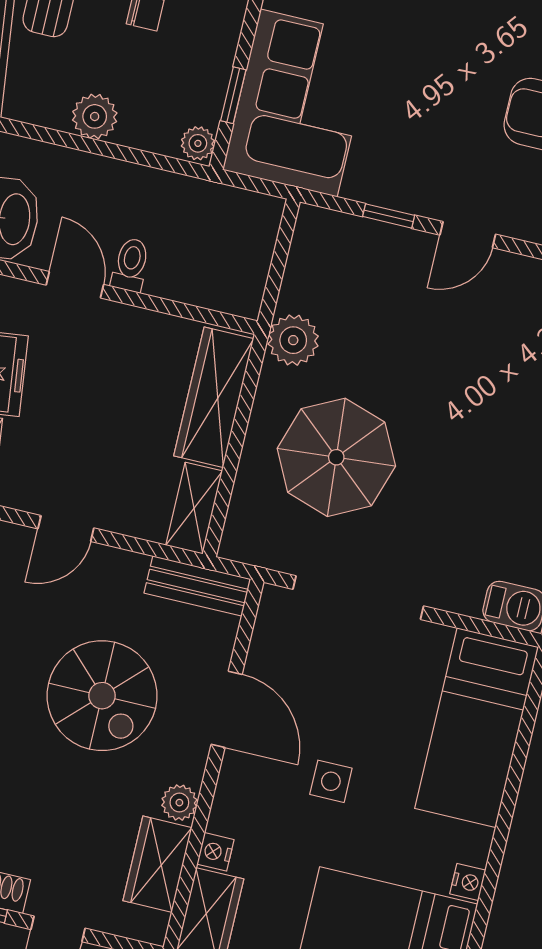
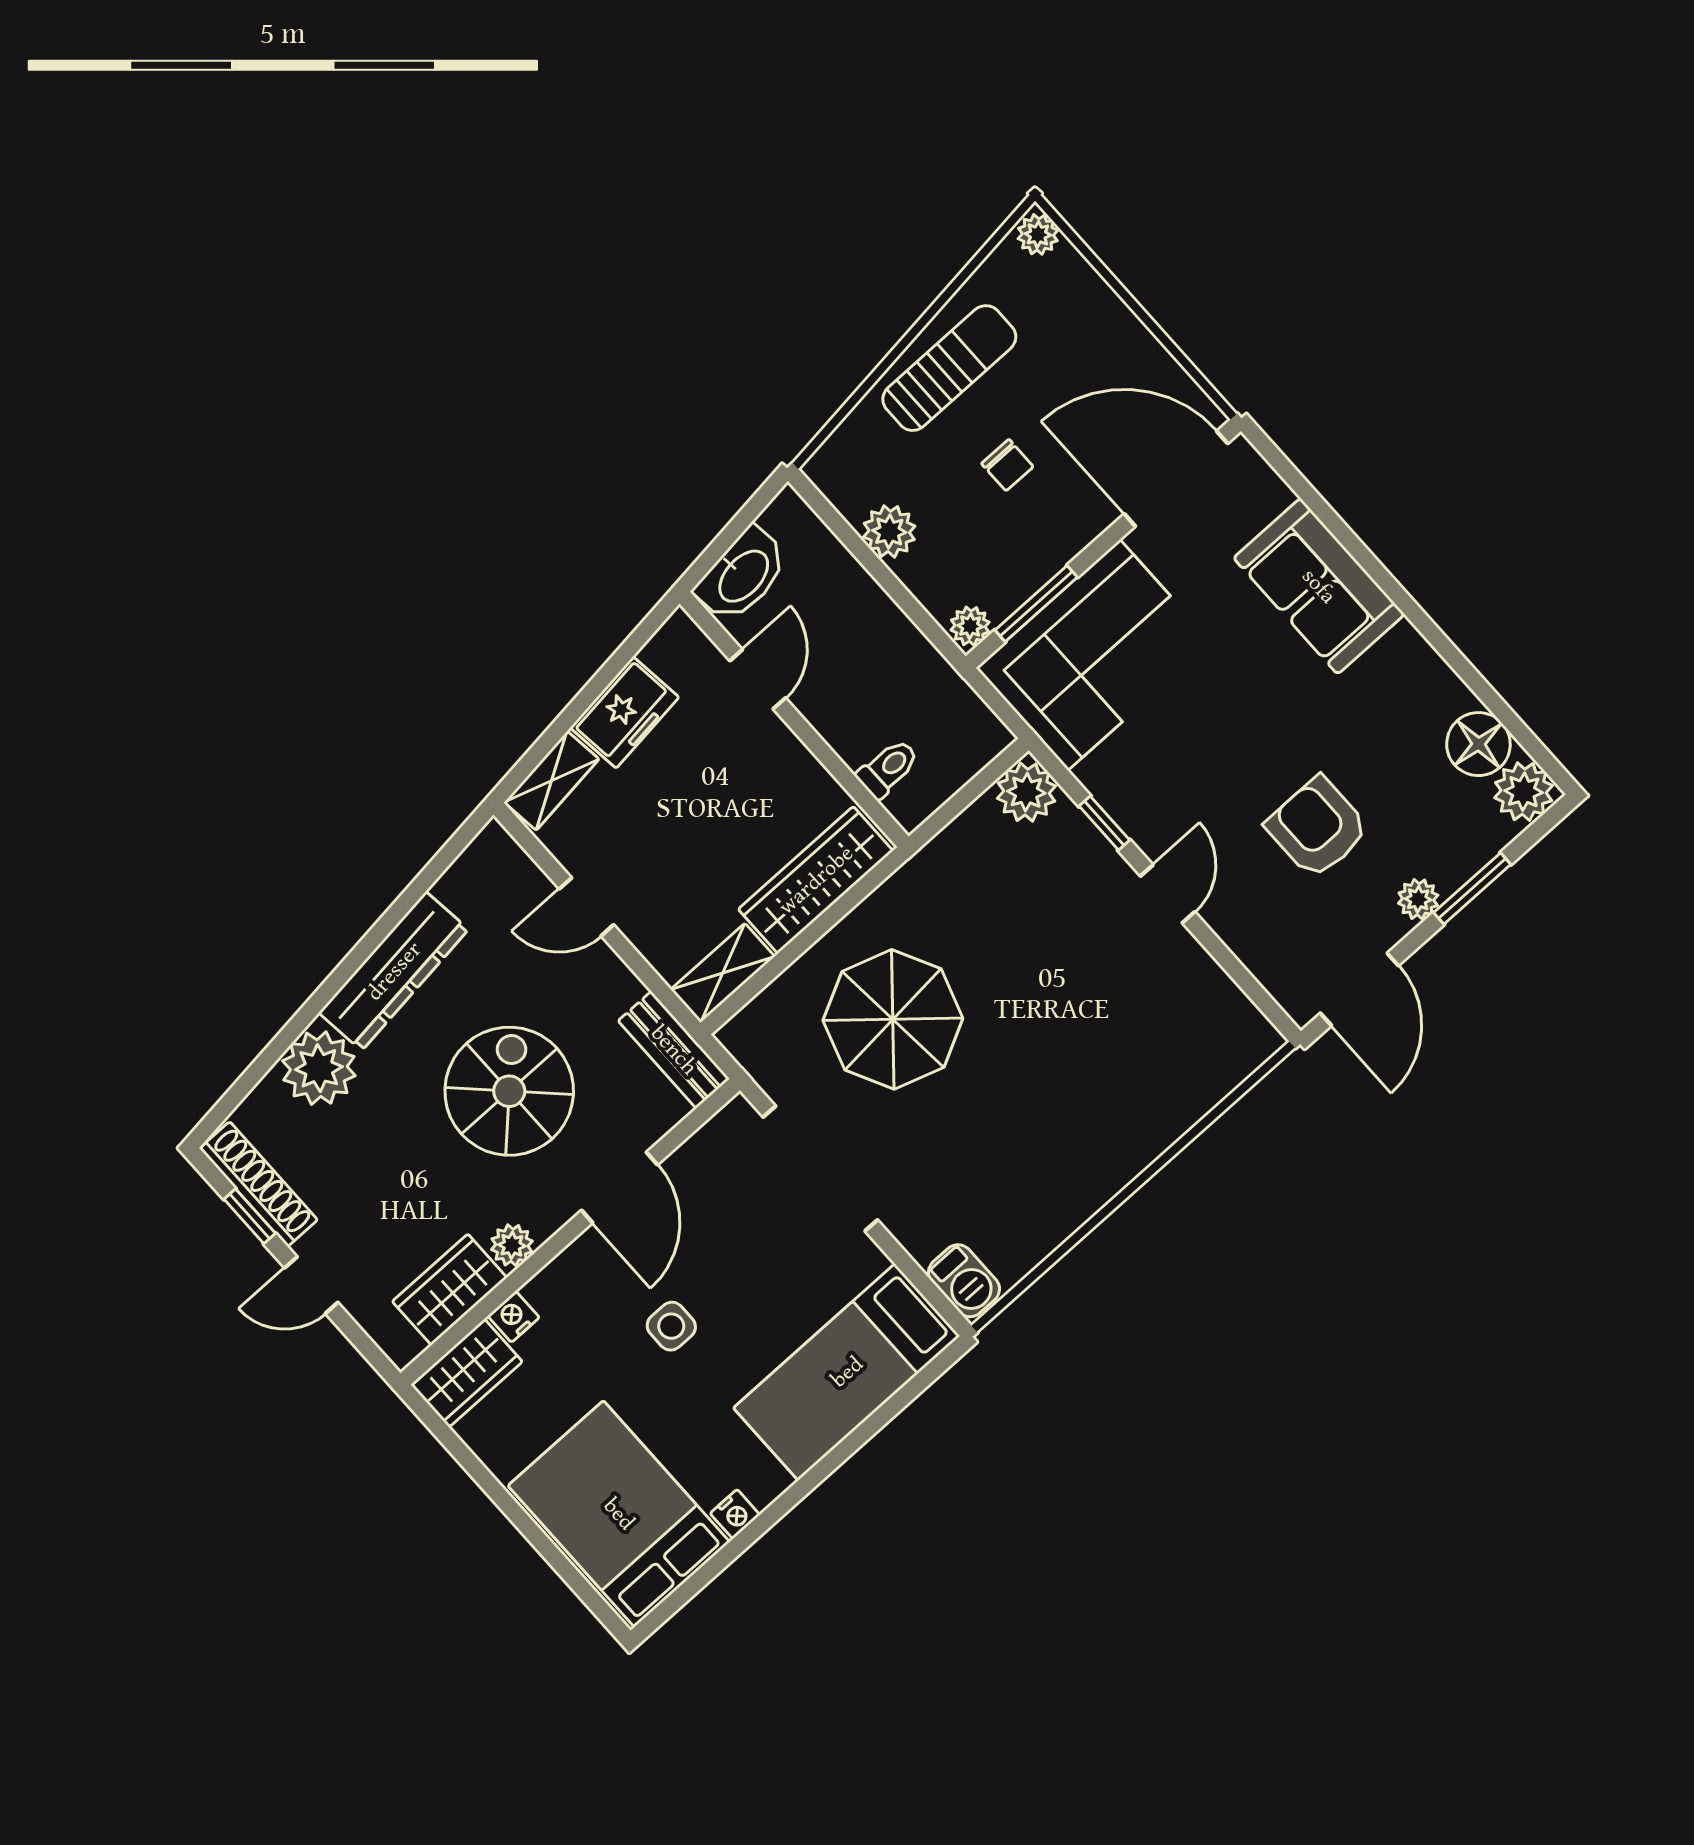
window: (233, 95) -> (1036, 604), width x1.50
door: (468, 235) -> (1168, 894), swing flipped
toilet: (131, 265) -> (888, 768), moved
plant: (293, 340) -> (1026, 792), moved
spiral stairs: (102, 696) -> (509, 1091), turned 180

